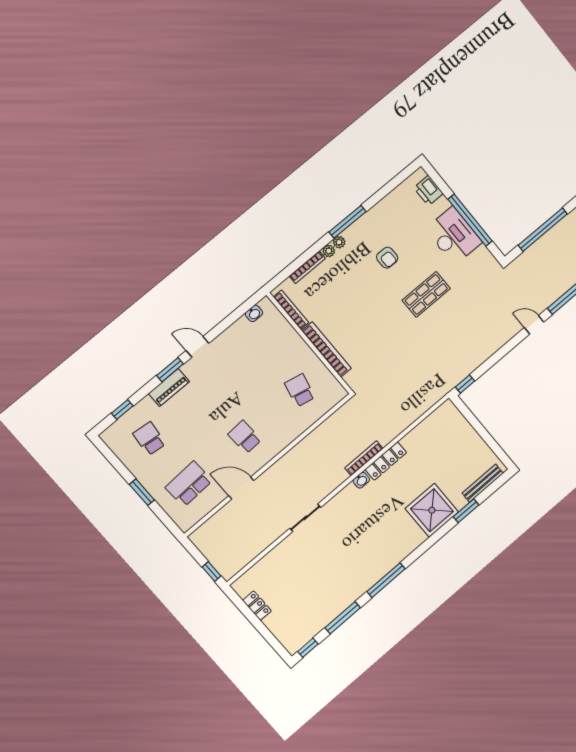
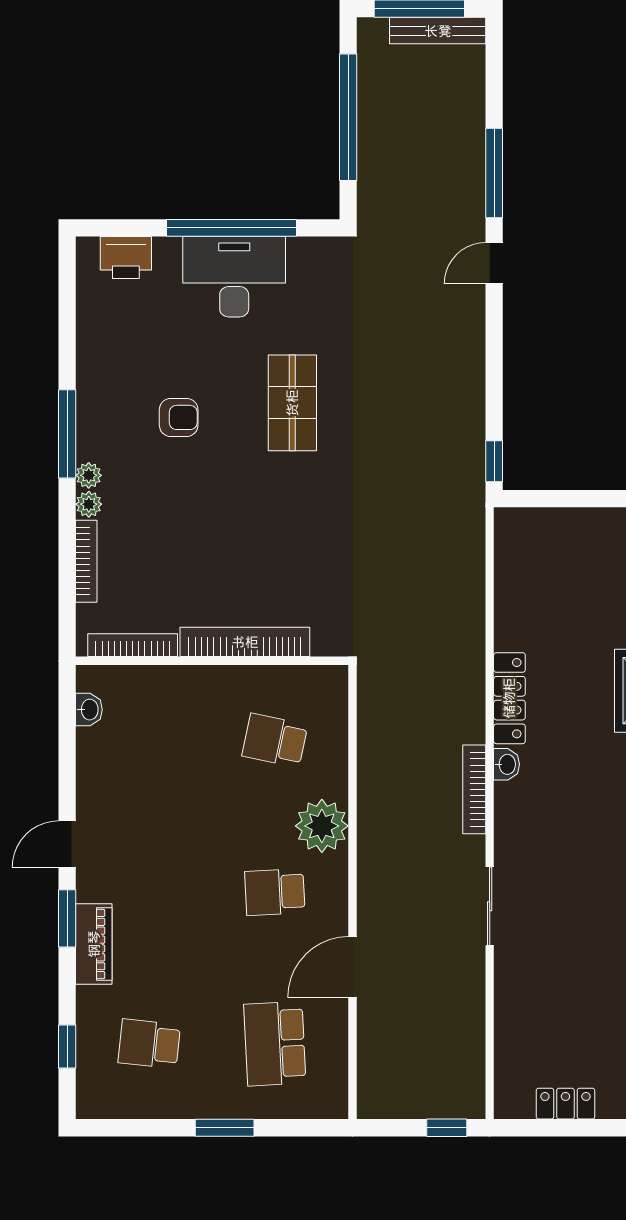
plant: (283, 433) -> (322, 826), added
bookcase: (364, 458) -> (474, 789), moved

